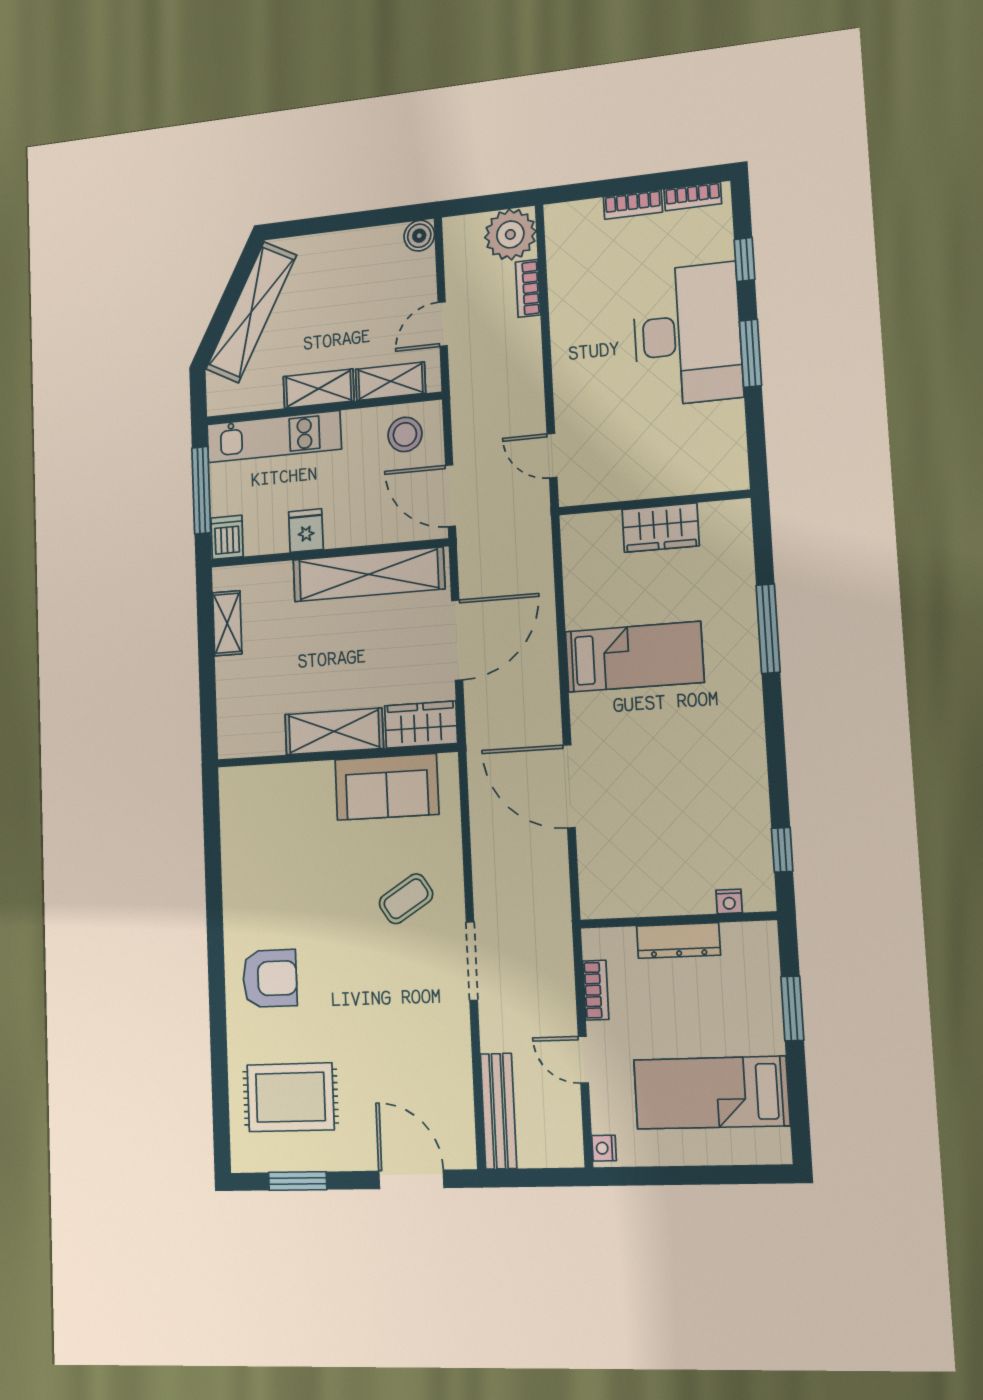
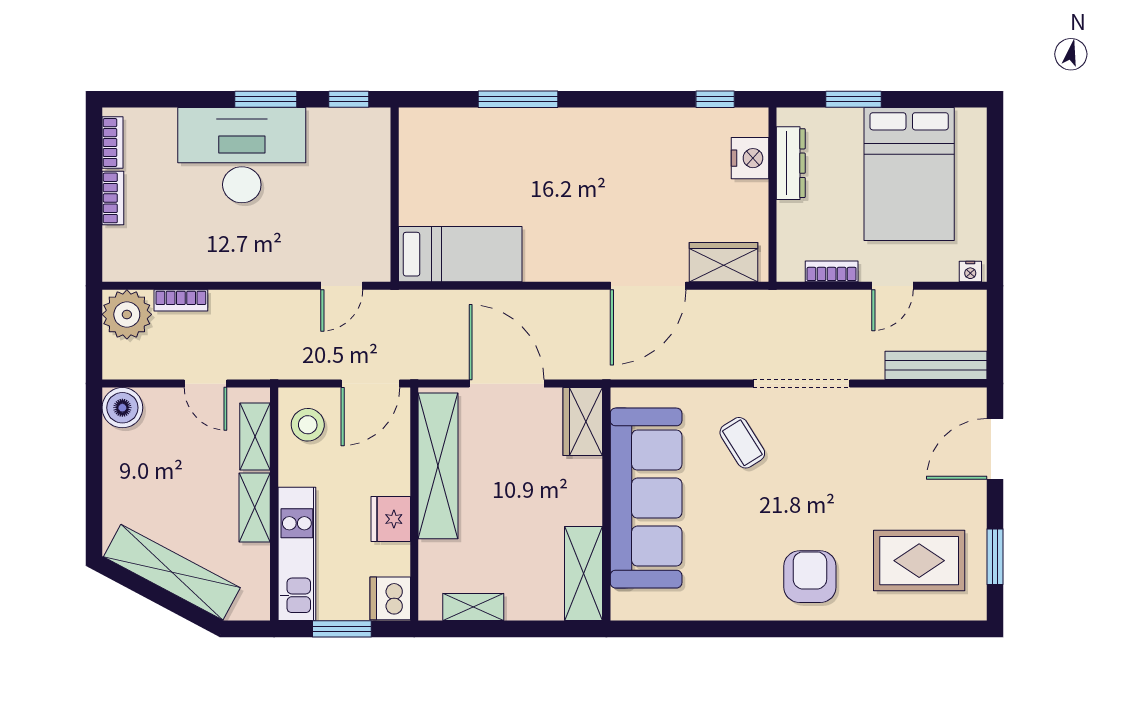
boiler: (419, 236) -> (122, 408), width x1.36, depth x1.36
window: (745, 260) -> (349, 99), moved
window: (201, 490) -> (342, 629), width x0.69
wardrobe: (661, 528) -> (724, 262), moved, turned -90
fridge: (306, 531) -> (391, 519), width x1.38
dishwasher: (227, 537) -> (390, 598), width x1.38
bed: (634, 657) -> (460, 254), moved, turned 90
shelving: (334, 731) -> (584, 573), moved
sofa: (387, 787) -> (646, 498), width x1.85, depth x1.27
nightstand: (729, 901) -> (750, 158), width x1.89, depth x1.79
dresser: (678, 941) -> (791, 163), moved
doorway: (472, 961) -> (801, 384), width x1.36
bed: (711, 1093) -> (909, 174), width x1.50
rug: (290, 1097) -> (919, 561), turned 90

